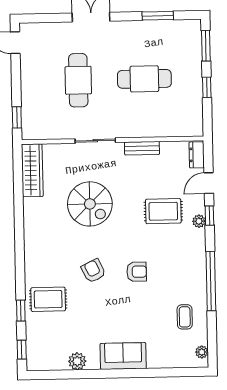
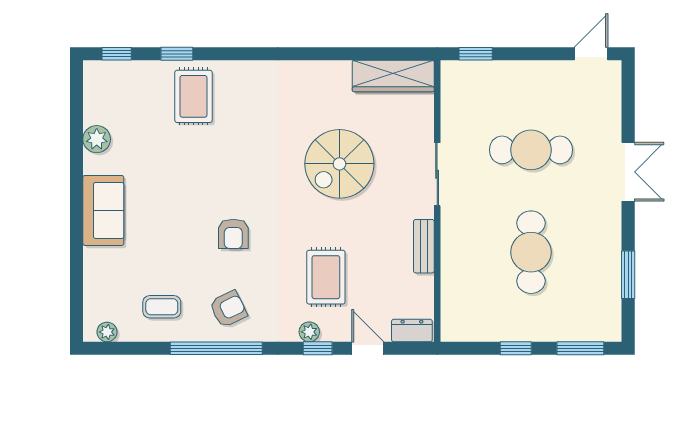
armchair: (93, 271) -> (228, 309), moved

